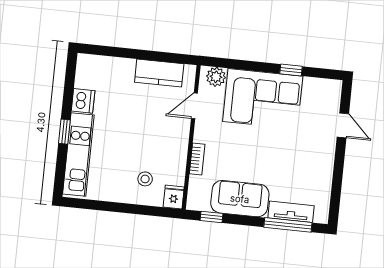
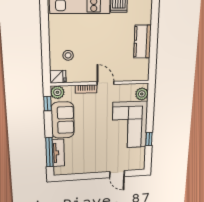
kitchen counter: (159, 73) -> (142, 42), moved
door: (194, 106) -> (106, 83), moved
door: (343, 125) -> (117, 174), hinge flipped
plant: (197, 201) -> (57, 92), added

